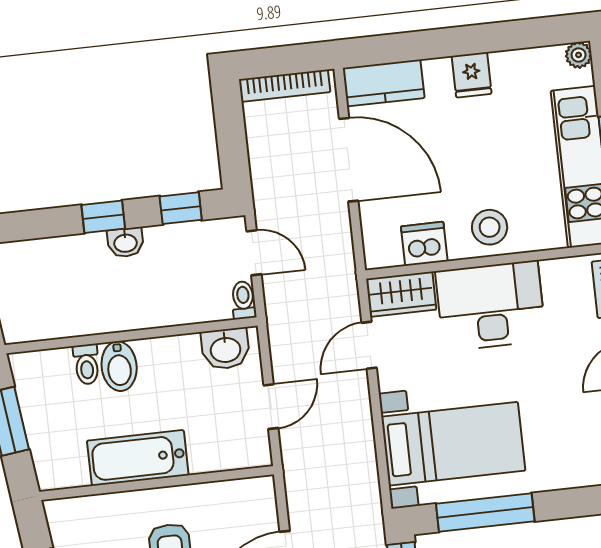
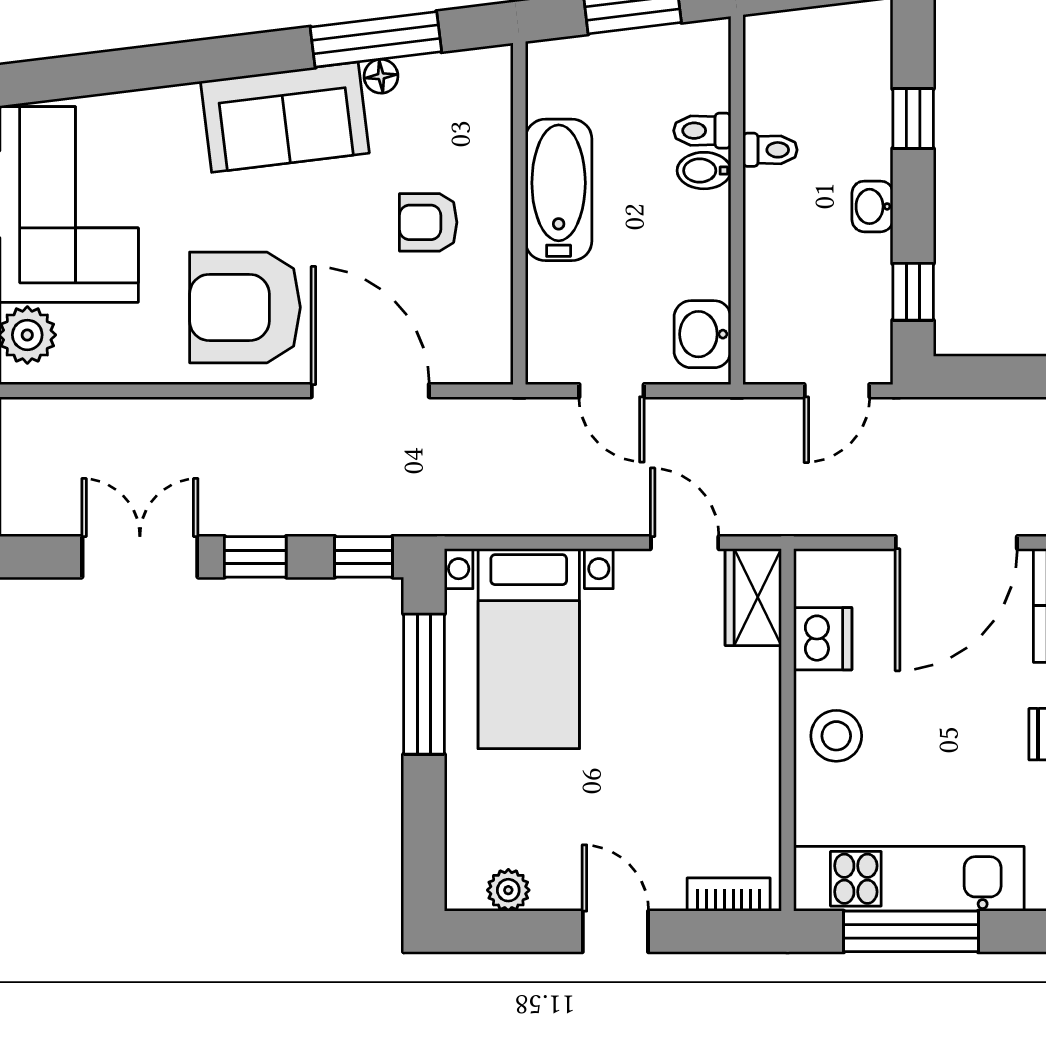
window: (103, 217) -> (913, 119), moved
toilet: (243, 300) -> (770, 150), moved
desk: (491, 306) -> (722, 725), removed
bidet: (119, 366) -> (704, 171), width x0.72, depth x0.74

